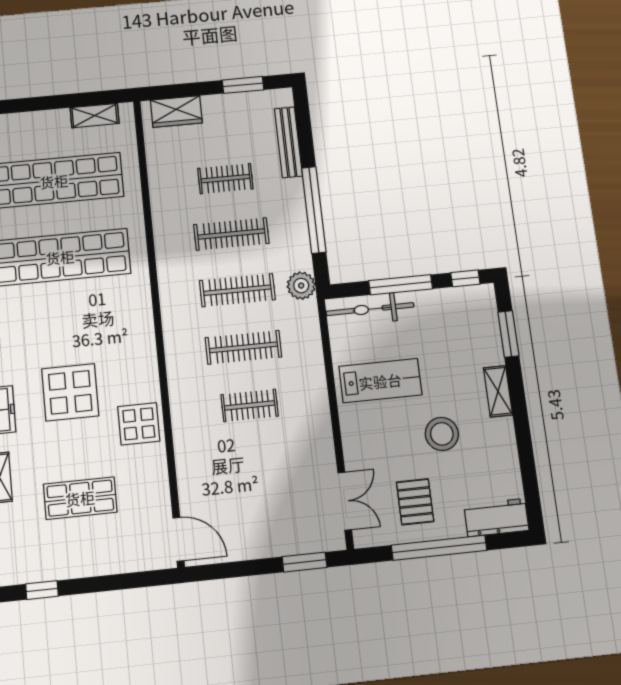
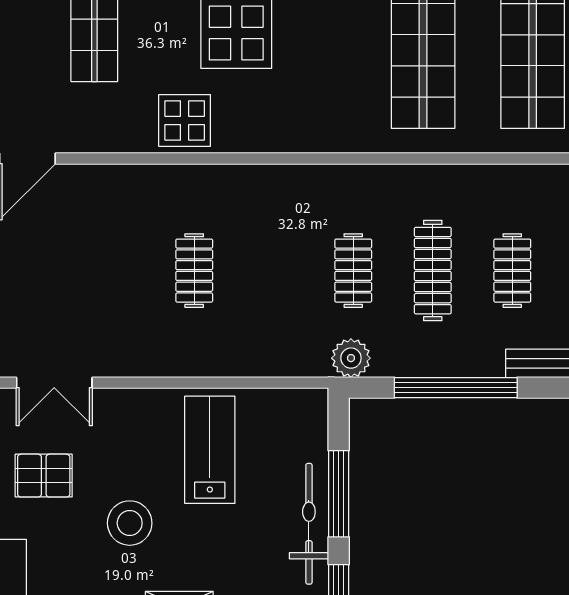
clothes rail: (237, 290) -> (353, 271), width x0.73
bicycle: (370, 309) -> (309, 524), moved
clothes rail: (243, 347) -> (274, 271), removed
lab bench: (380, 381) -> (210, 450), turned 180

